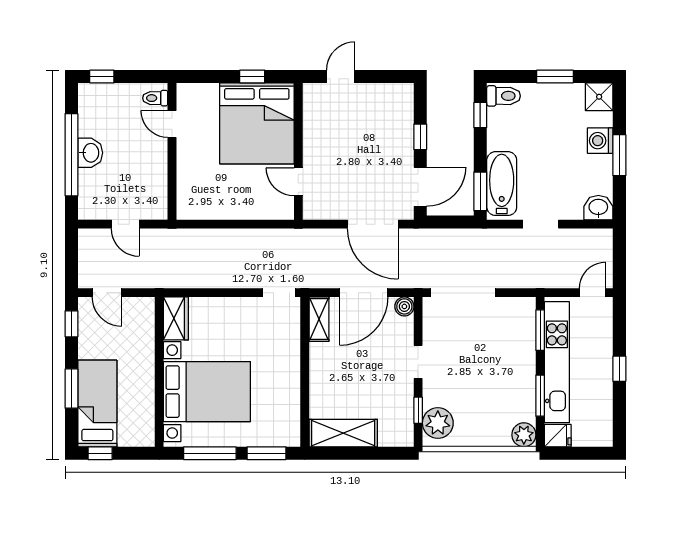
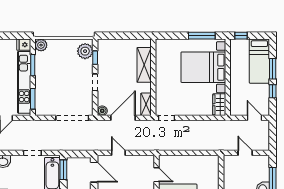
door: (420, 187) -> (94, 172), swing flipped
door: (373, 224) -> (118, 153), width x0.53
window: (71, 324) -> (273, 91), moved
shelving: (343, 433) -> (144, 65), moved, turned 90
window: (100, 453) -> (241, 36), moved
window: (267, 453) -> (173, 36), removed

